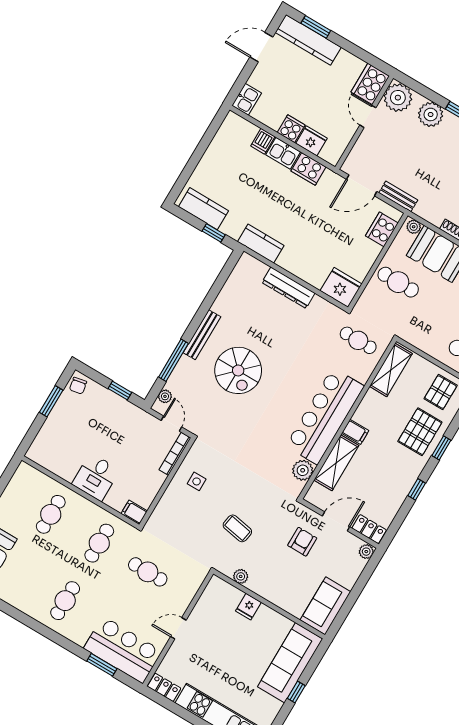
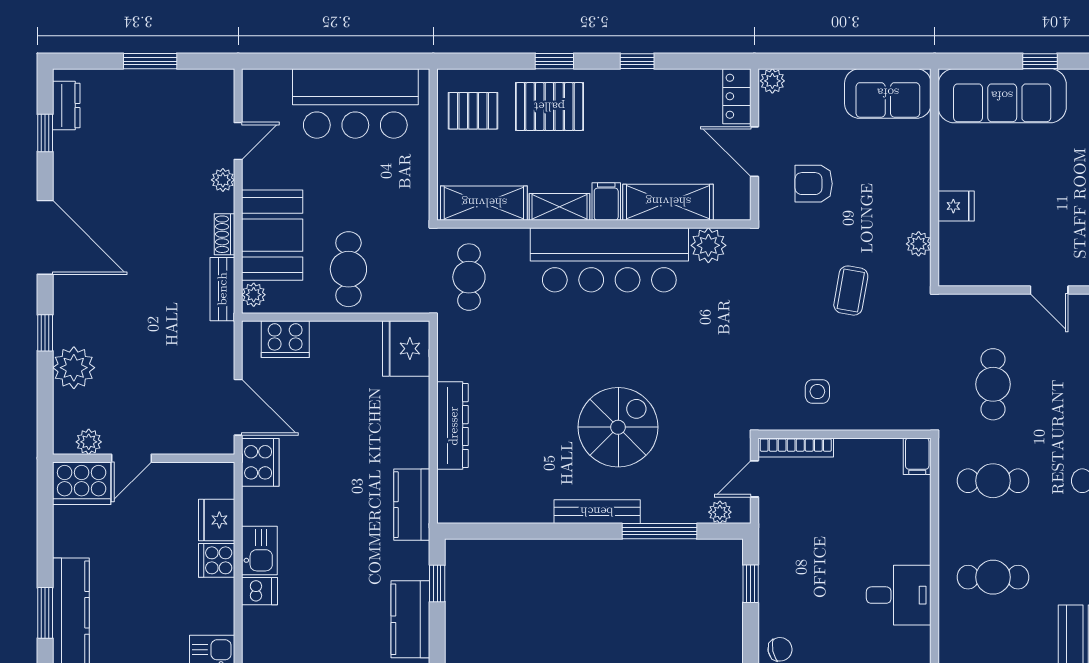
plant: (398, 98) -> (89, 442), width x0.53, depth x0.53
cooker: (308, 169) -> (260, 462), moved
bench: (398, 196) -> (222, 289), moved
shelving: (366, 407) -> (560, 207), added
desk: (96, 477) -> (899, 595), moved

